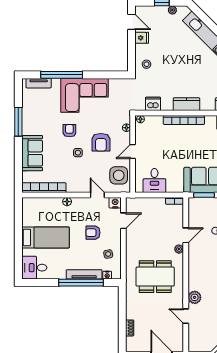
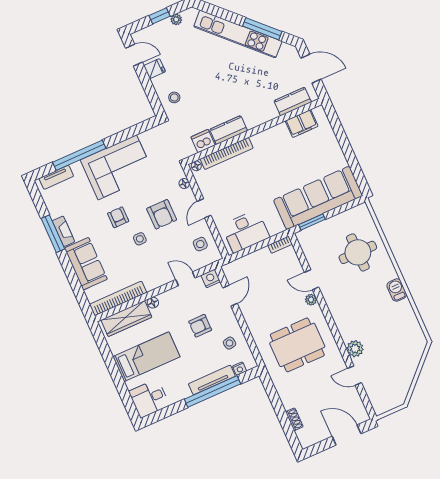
kitchen counter: (186, 104) -> (229, 130), moved
bookcase: (184, 120) -> (227, 153), moved
fireplace: (27, 123) -> (63, 231), added
side table: (119, 175) -> (200, 244), width x0.54, depth x0.54
desk: (154, 181) -> (245, 231), width x1.37
wardrobe: (43, 204) -> (126, 319), added
door: (186, 235) -> (312, 280), swing flipped

